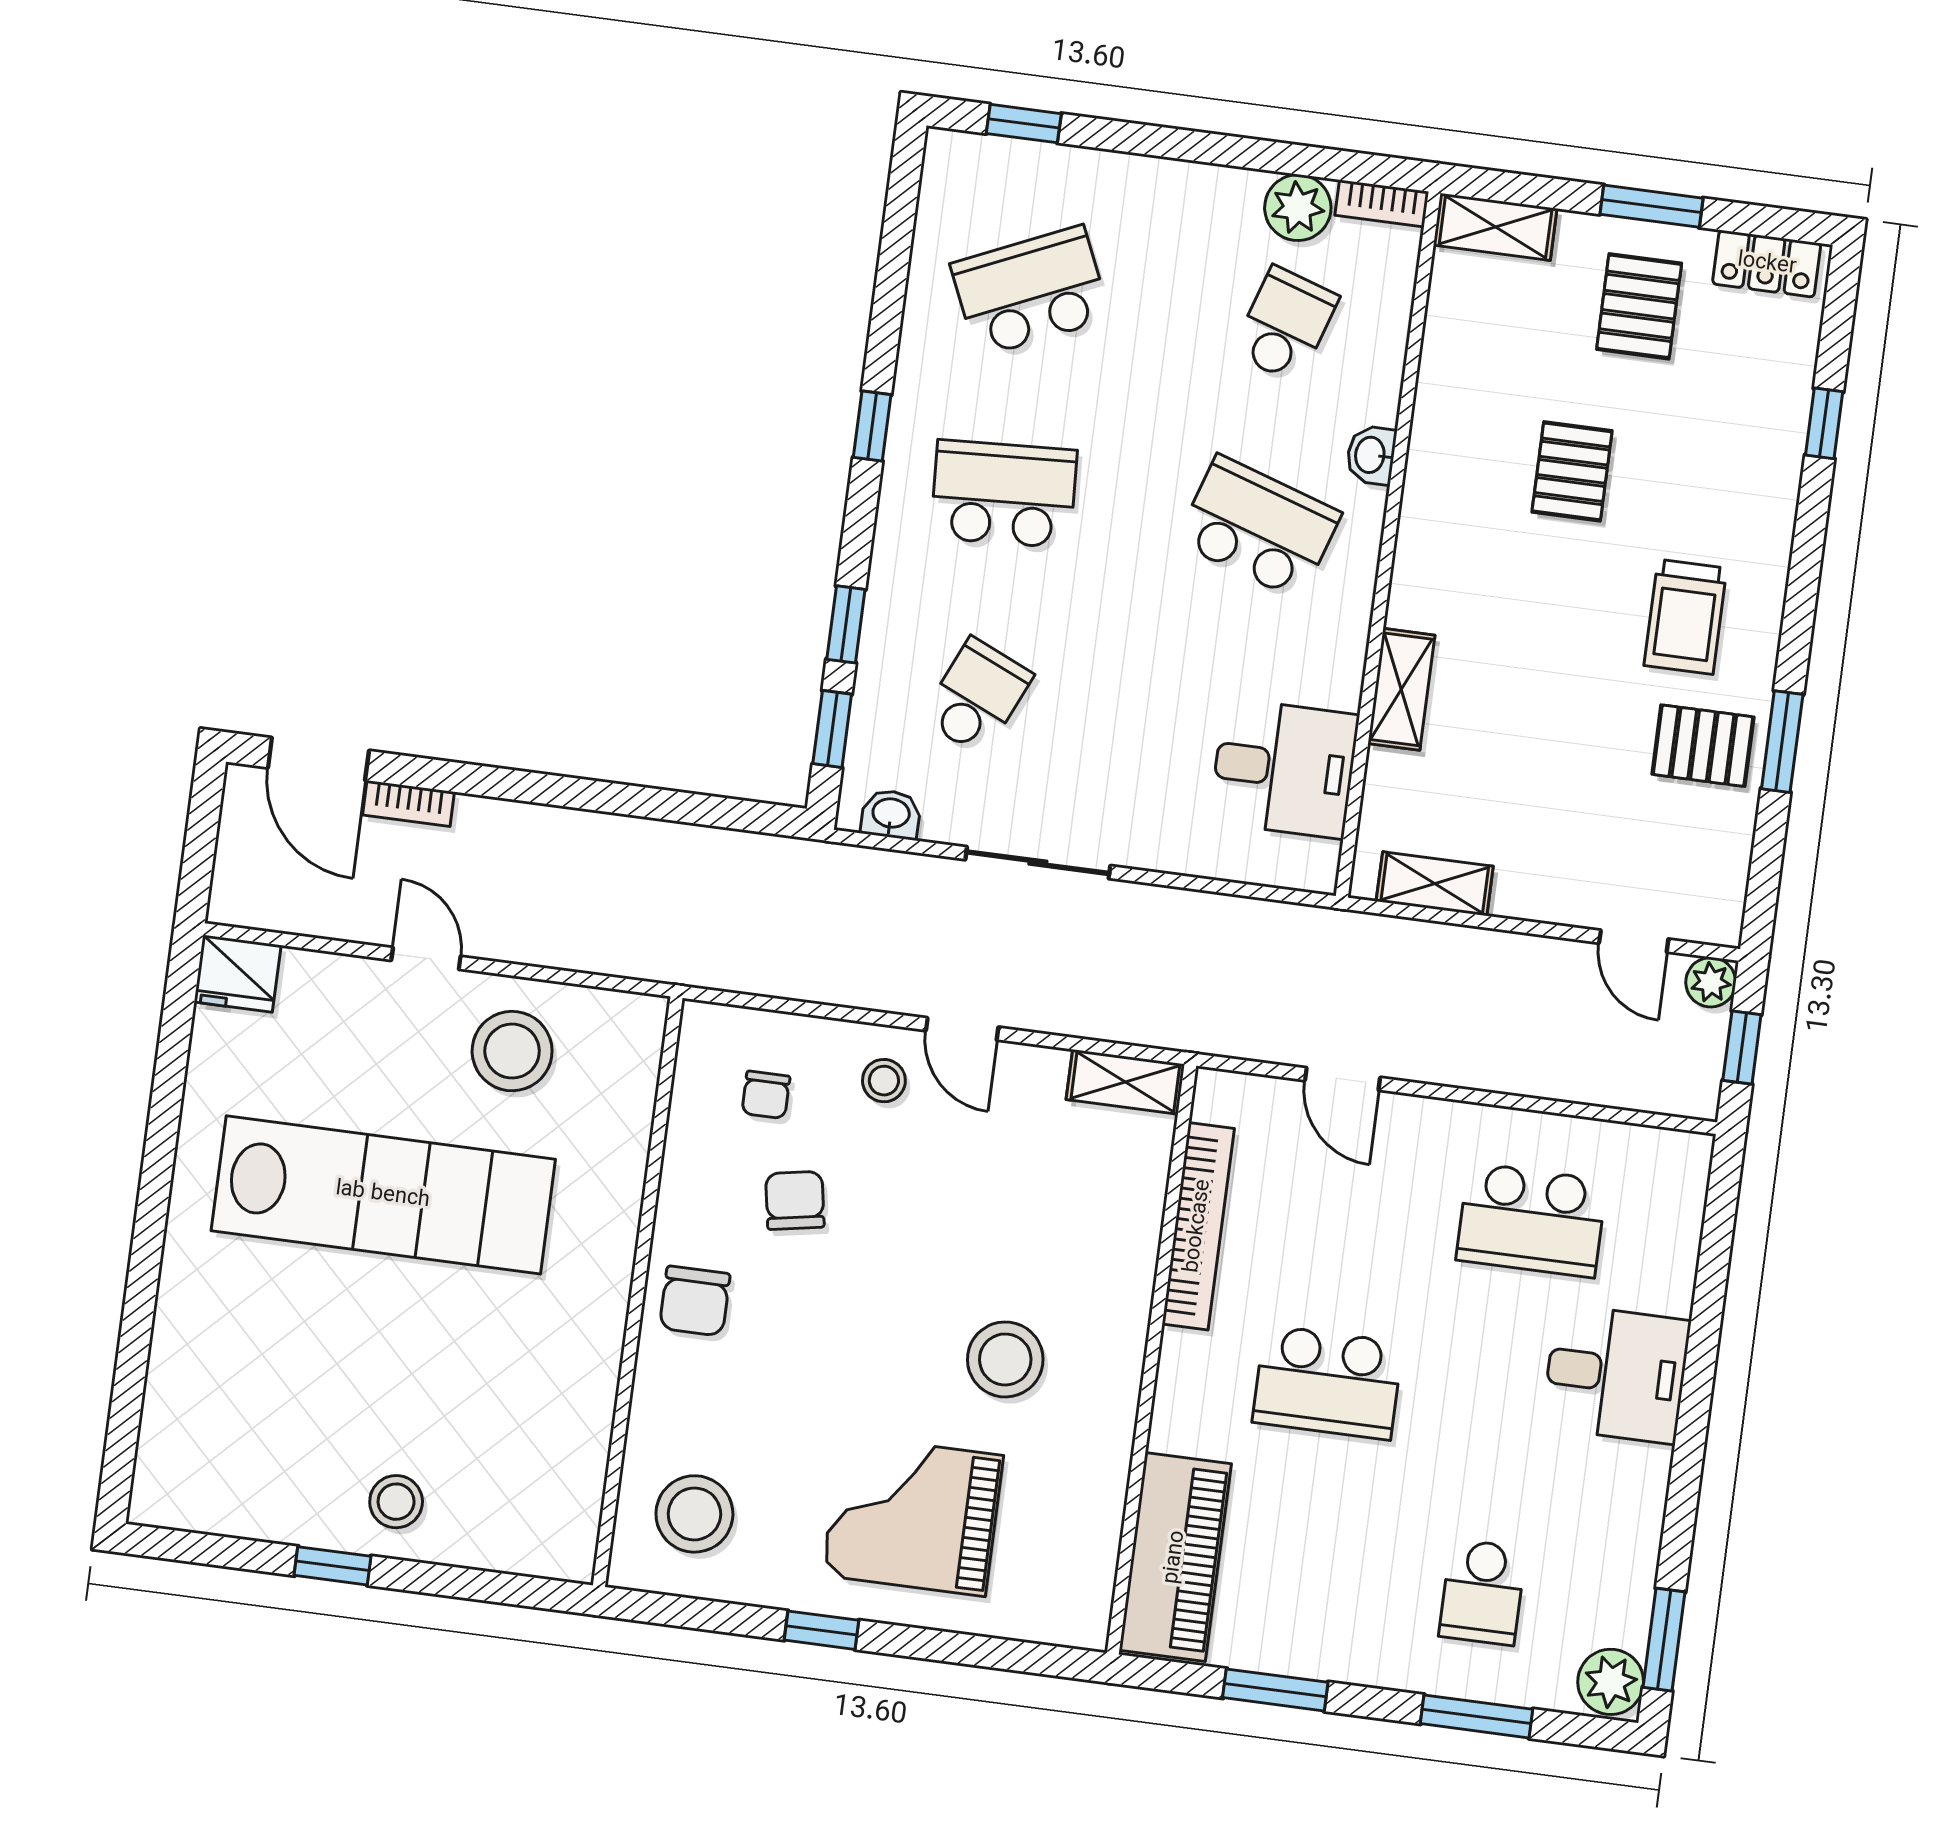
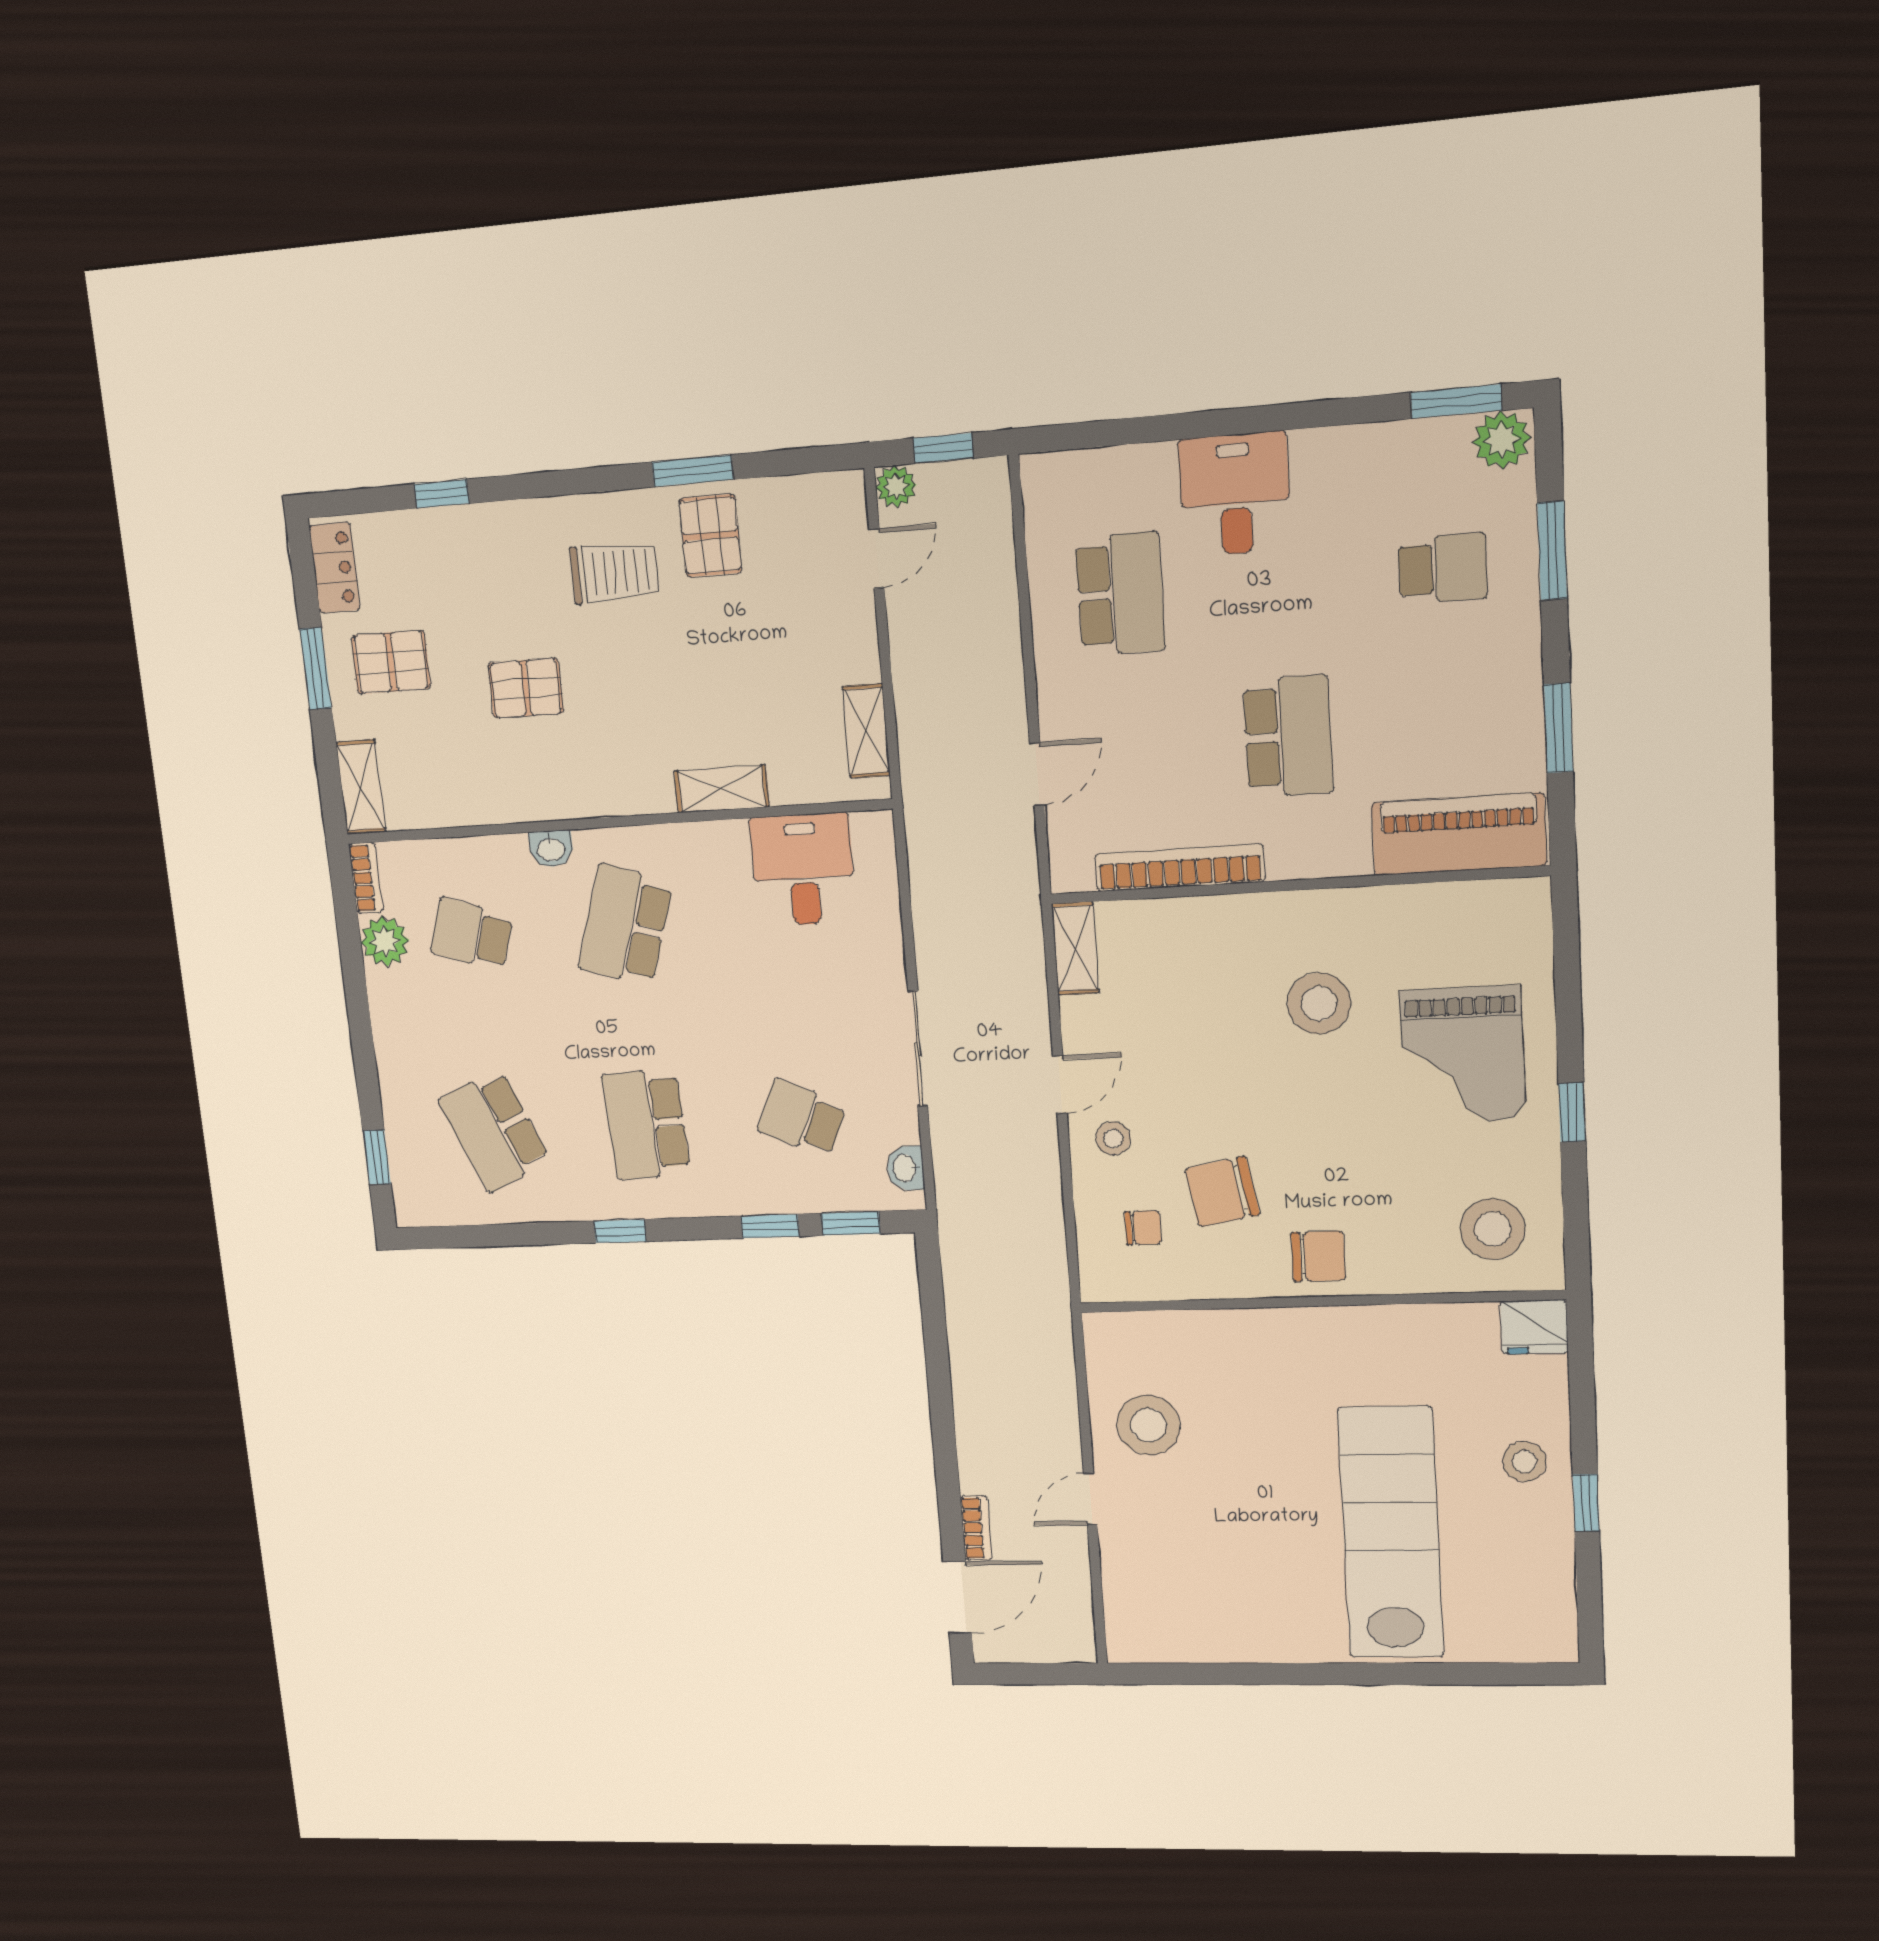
fridge: (238, 974) -> (1534, 1327), moved, turned 90
lab bench: (383, 1195) -> (1391, 1533), moved
chair: (795, 1200) -> (1222, 1192), width x1.37, depth x1.37

